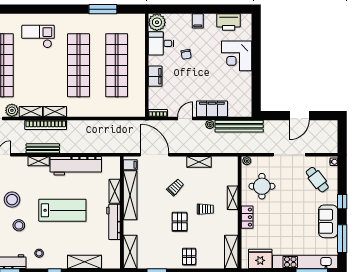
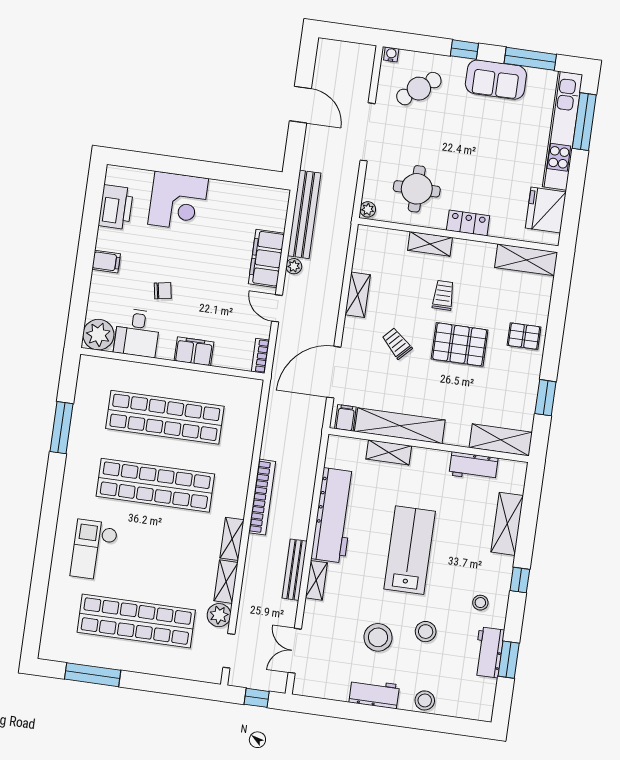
bookcase: (46, 125) -> (262, 497), moved
workbench: (113, 222) -> (473, 466), moved, width x0.73
pallet: (180, 222) -> (460, 344), width x1.50, depth x1.42

